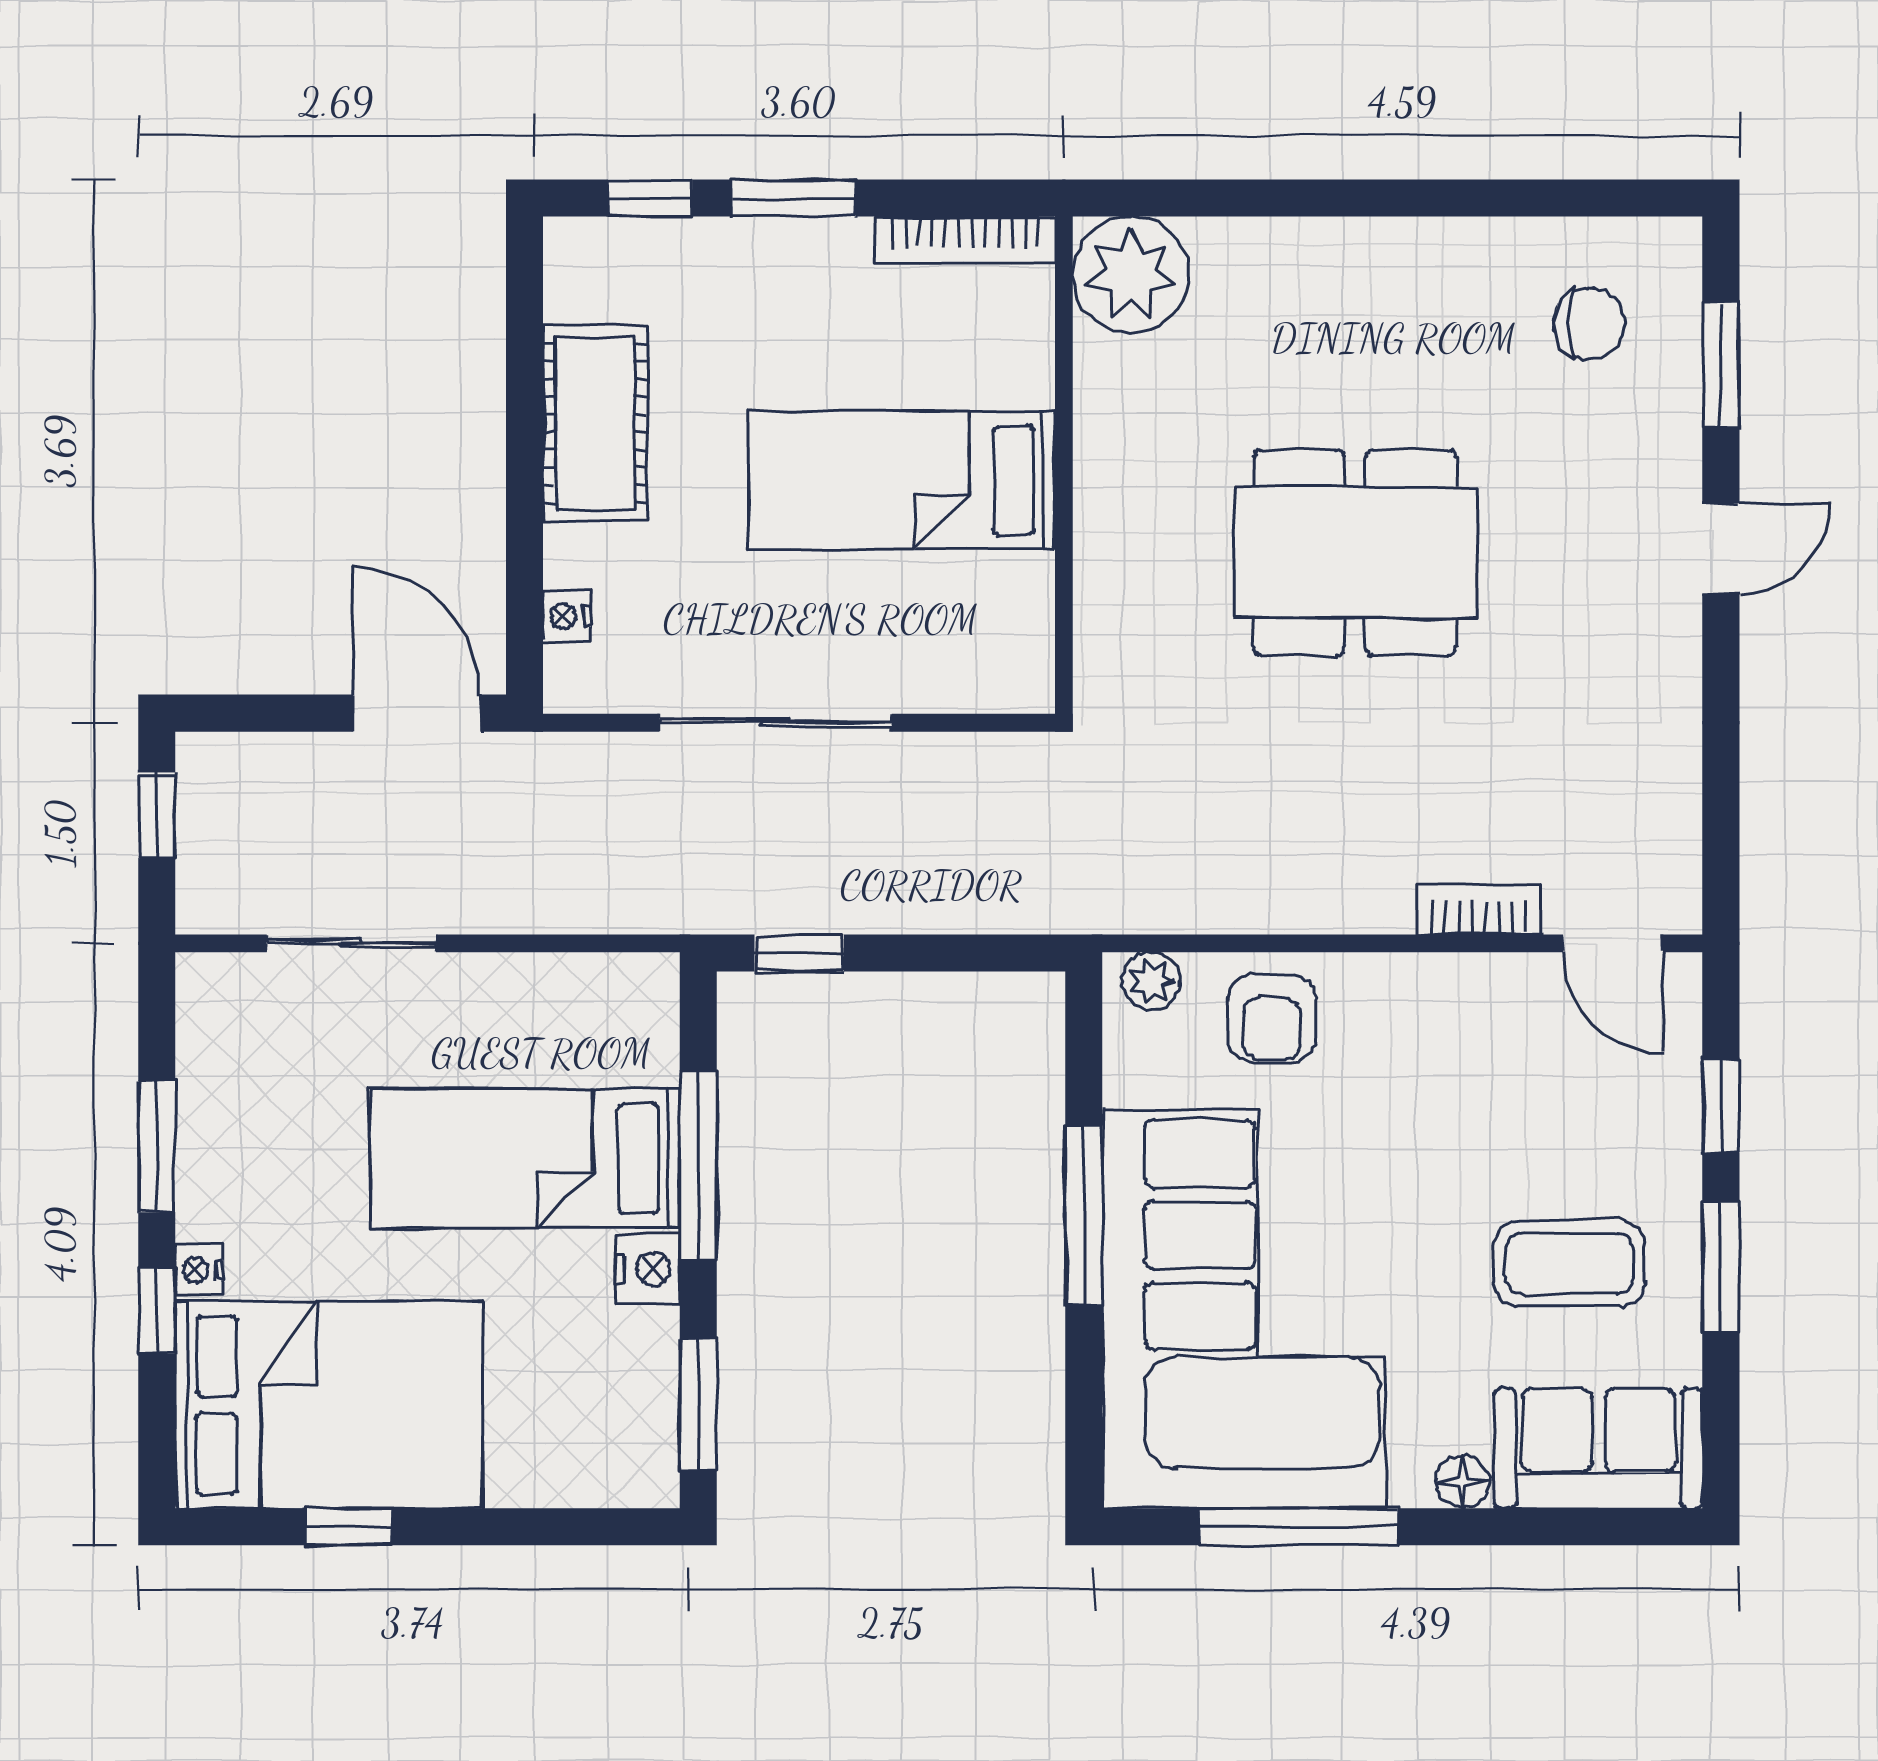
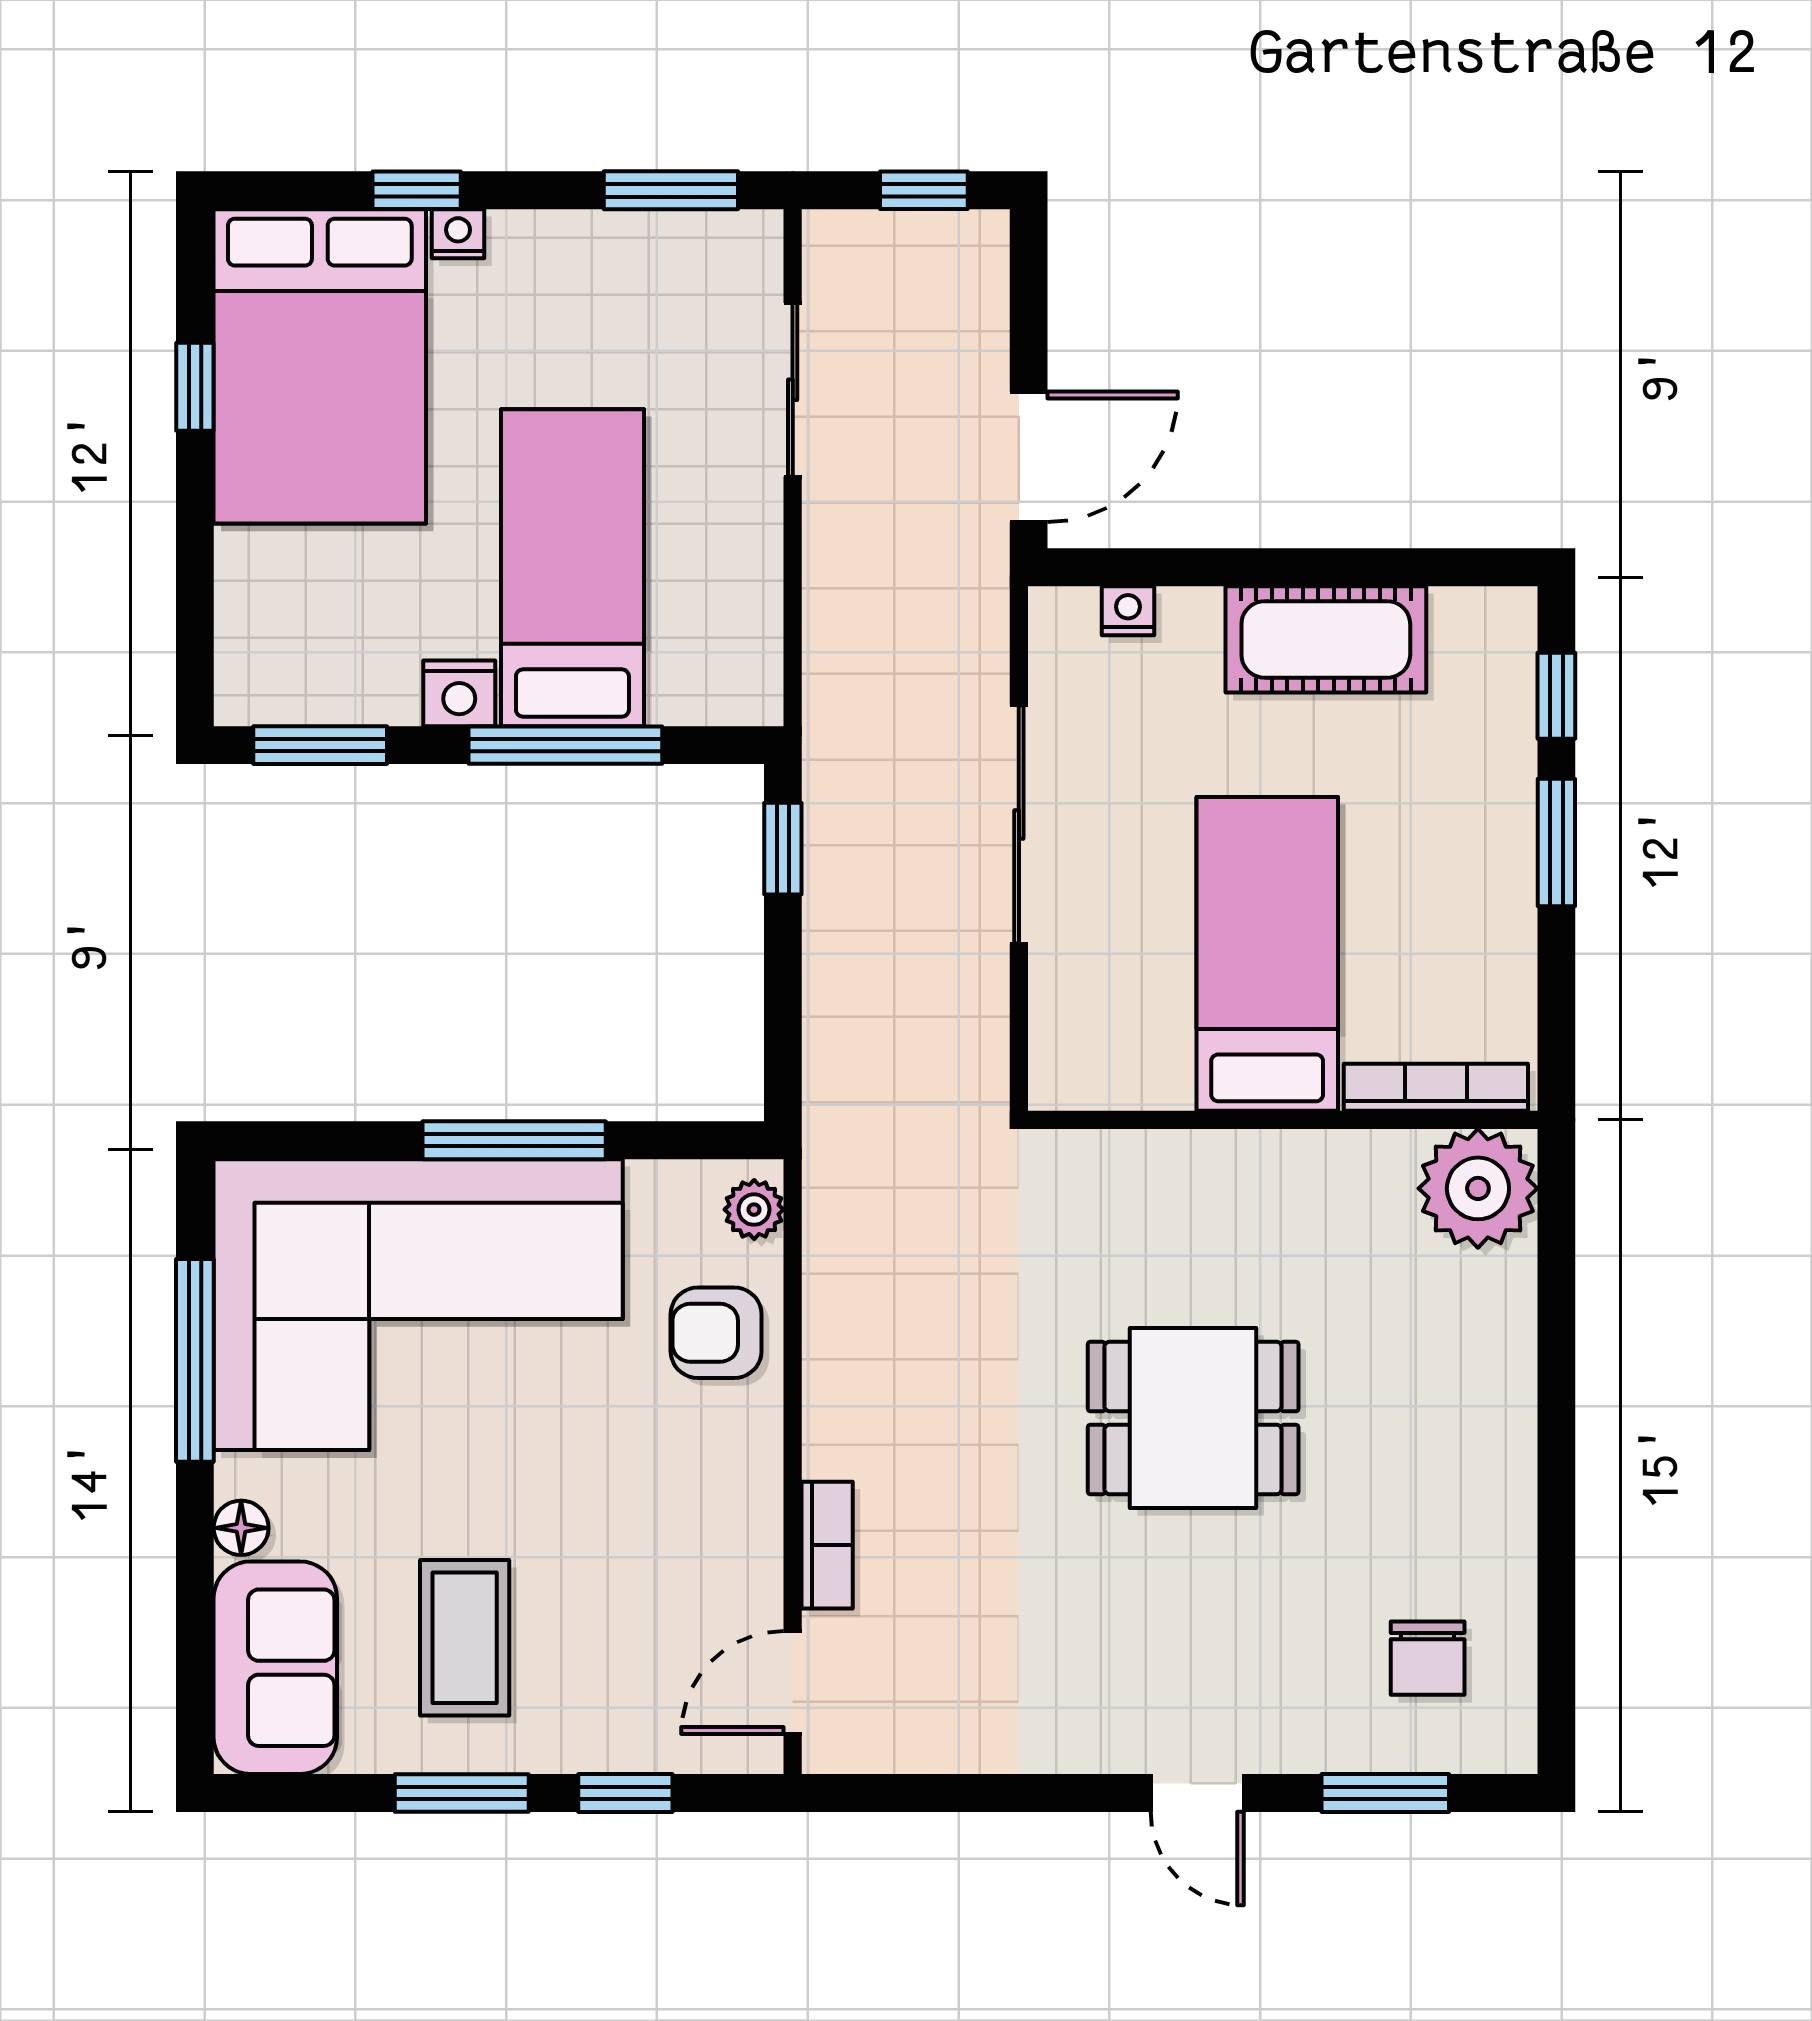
bookcase: (965, 239) -> (1436, 1087), moved, turned 90
dining table: (1355, 553) -> (1193, 1418), width x0.73
window: (157, 1147) -> (671, 190), moved

